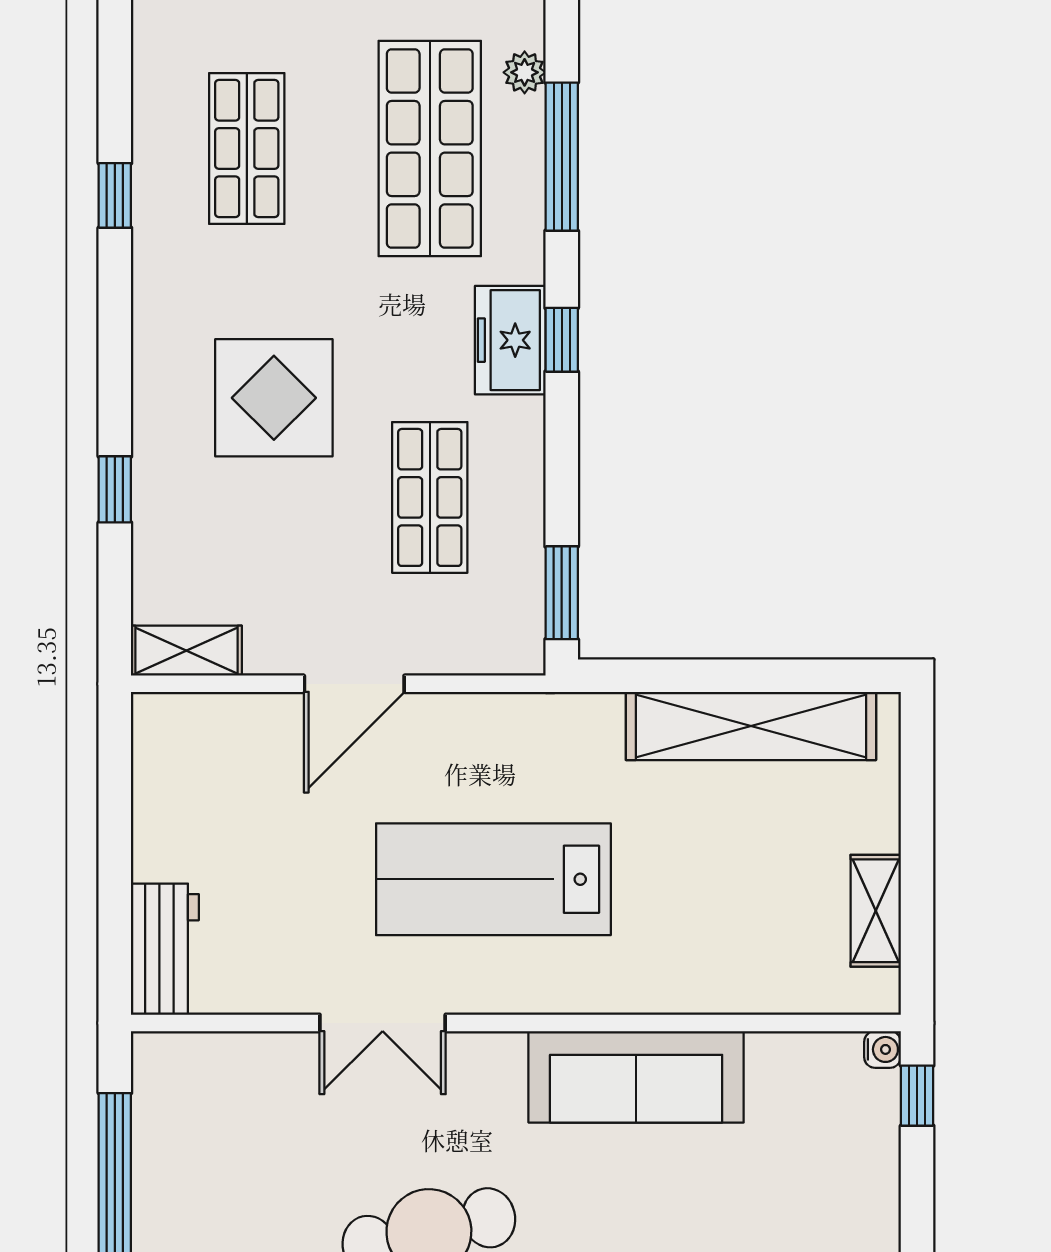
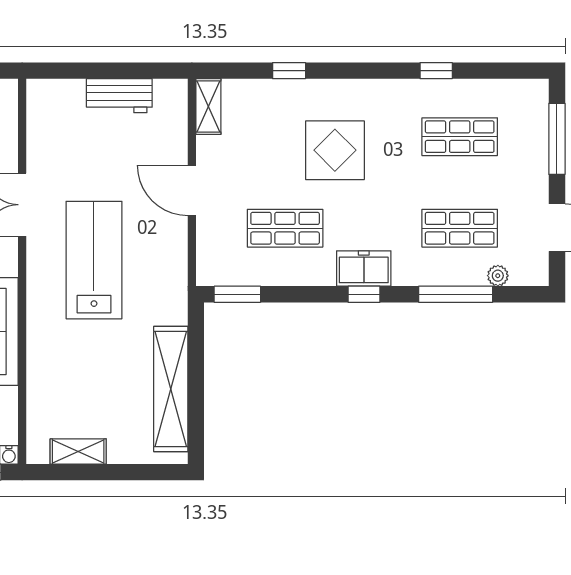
shop shelf: (430, 149) -> (460, 228), width x0.70, depth x0.74
workbench: (165, 949) -> (119, 96), moved

